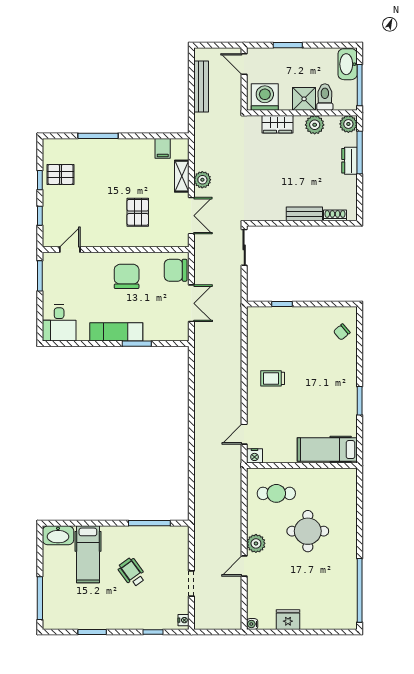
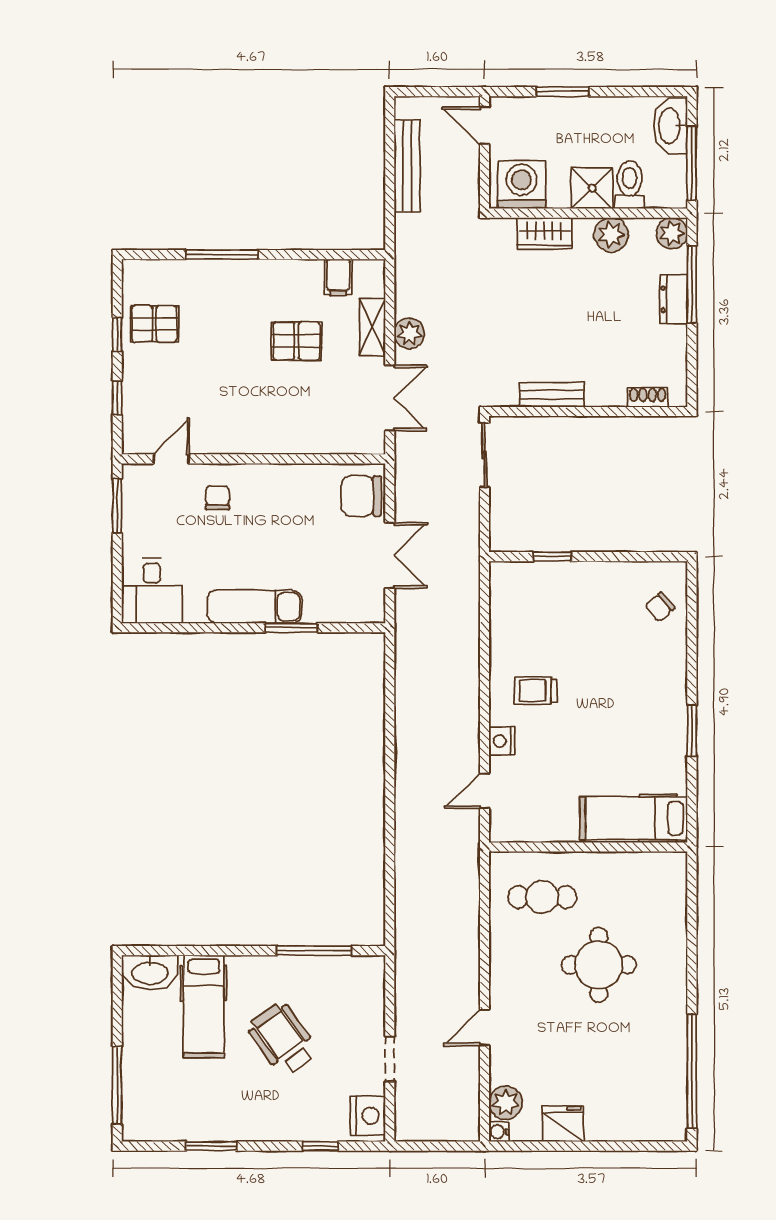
pallet: (138, 212) -> (297, 341), moved, turned 90
bench: (304, 214) -> (552, 395), moved
chair: (127, 276) -> (217, 498), moved, width x0.54, depth x0.54
nightstand: (255, 456) -> (502, 741), moved, turned 90
plant: (256, 543) -> (506, 1103), moved
wheelchair: (132, 572) -> (283, 1039), width x1.36, depth x1.37
nightstand: (184, 620) -> (368, 1116), width x1.89, depth x1.79

